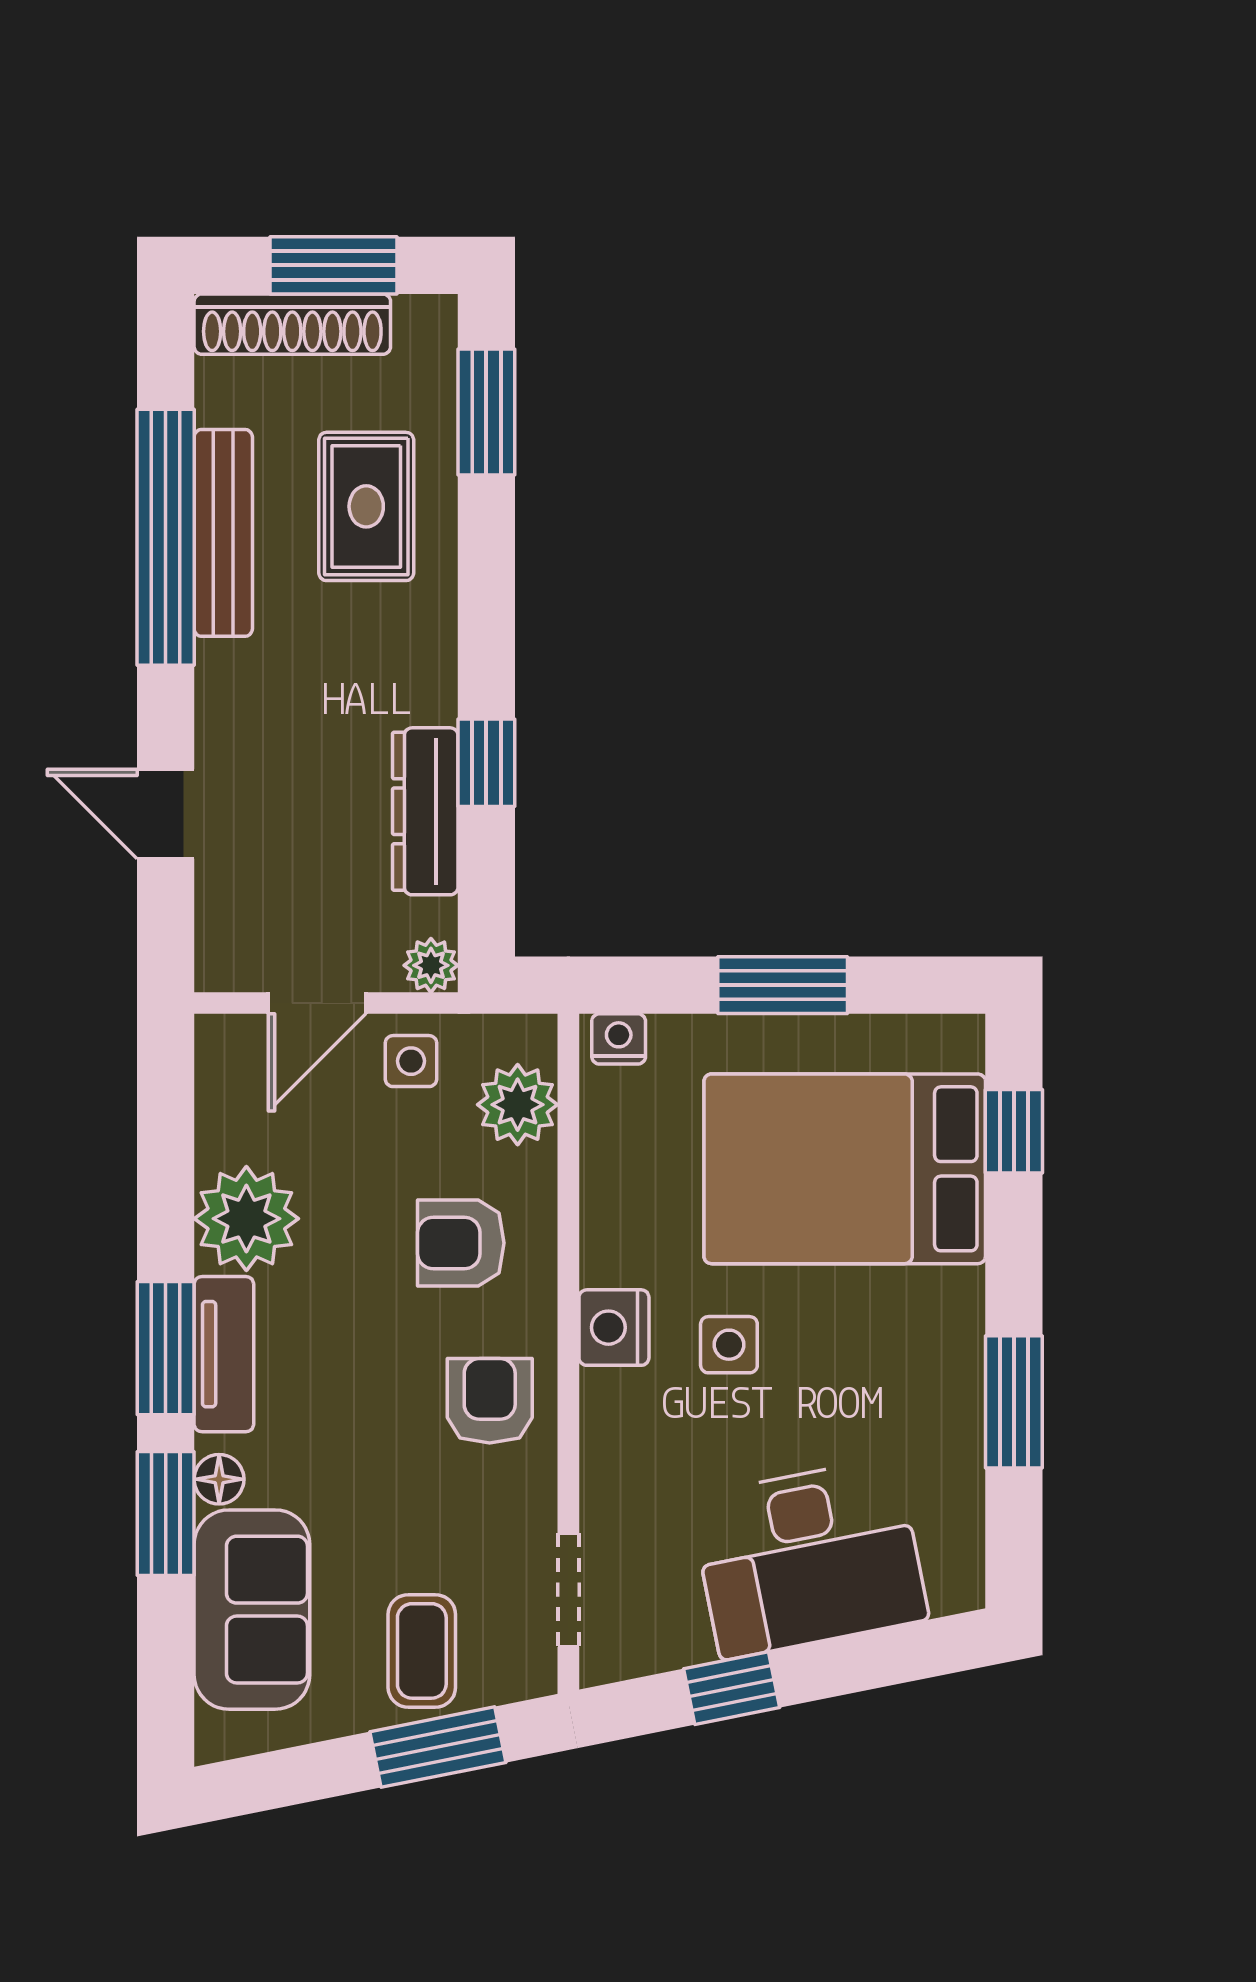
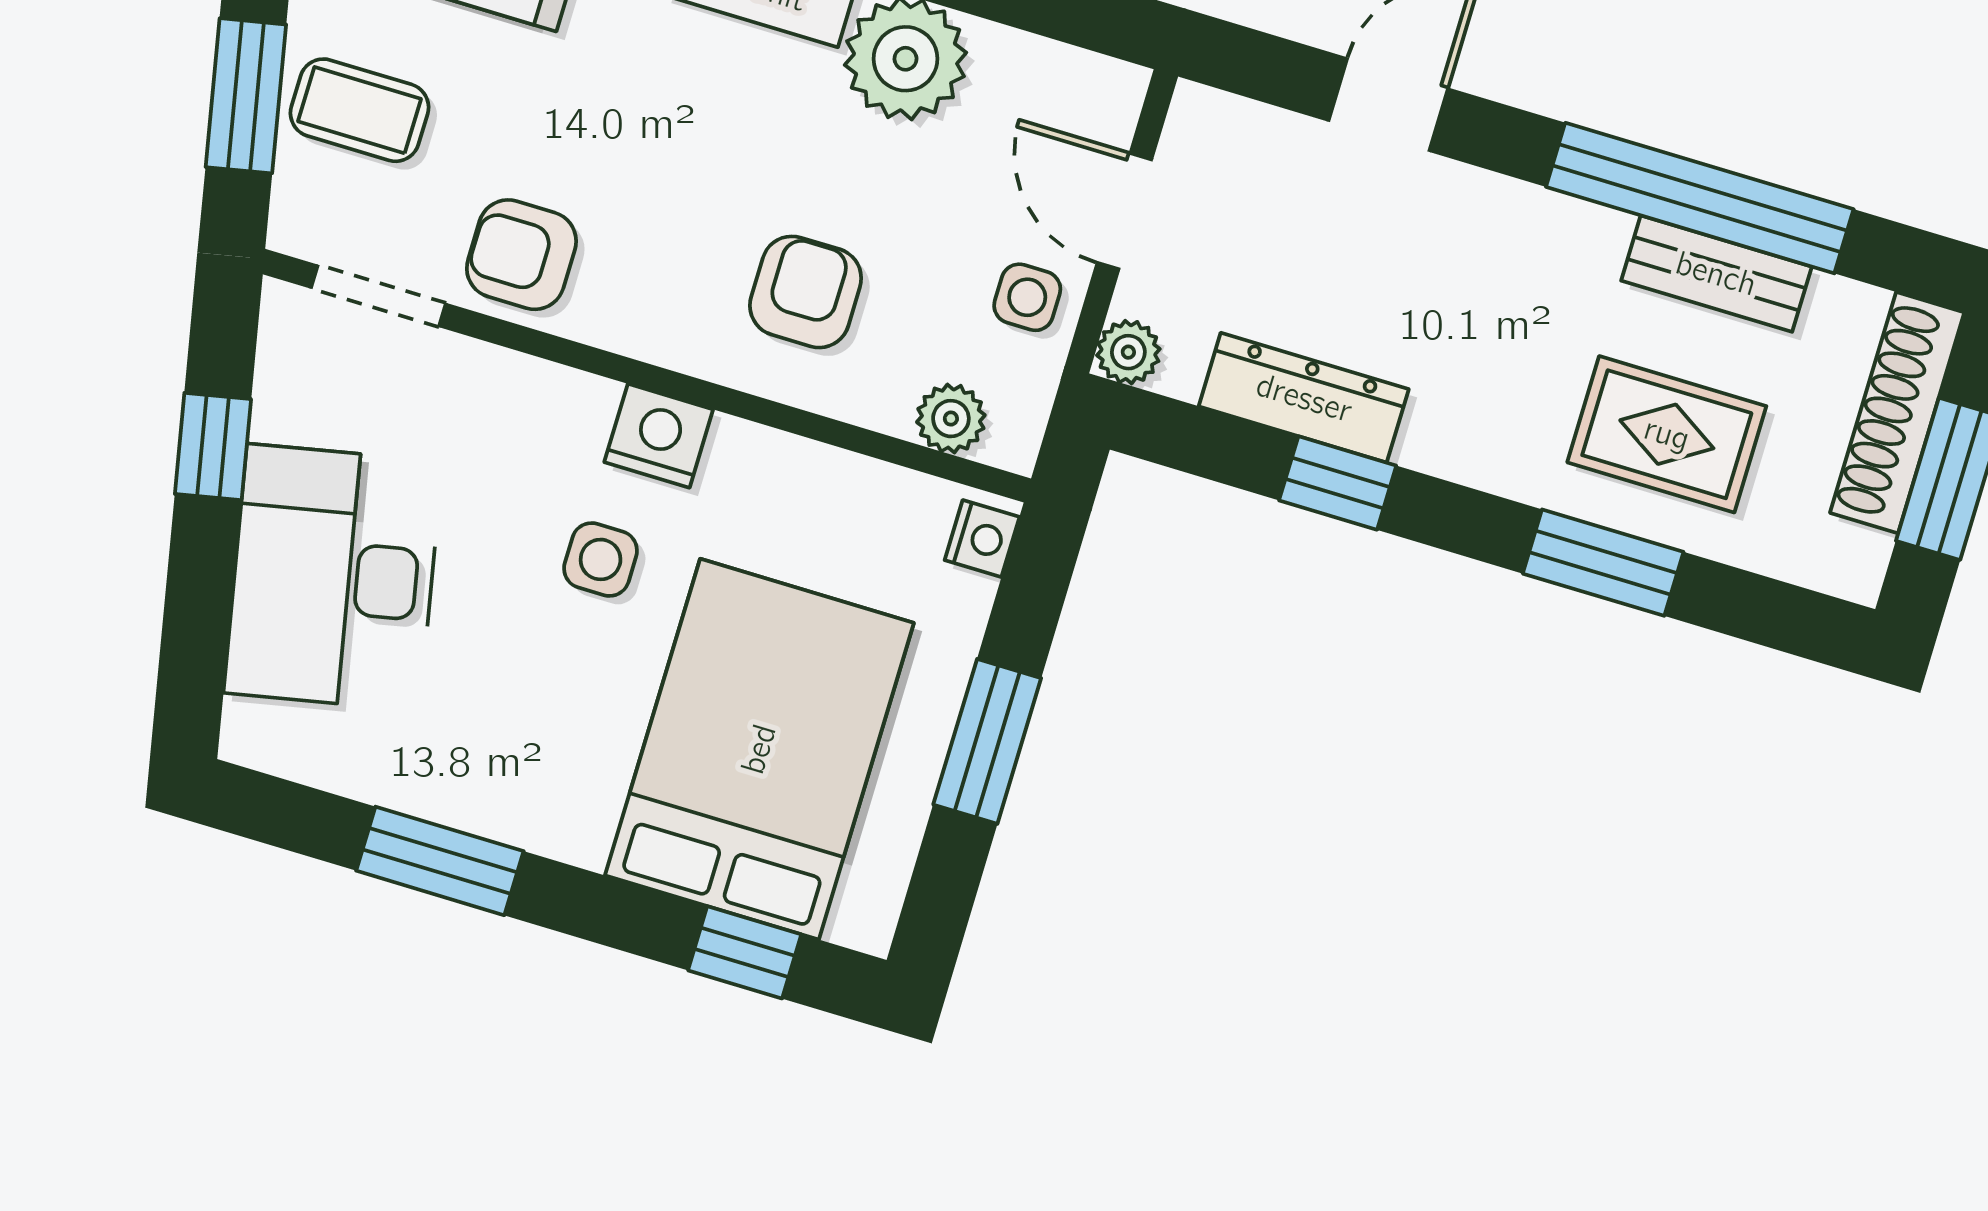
window: (486, 412) -> (1603, 563), moved
bench: (223, 533) -> (1716, 274), width x0.73
plant: (518, 1105) -> (951, 419), width x0.73, depth x0.73
armchair: (490, 1401) -> (521, 255), moved, turned 180

